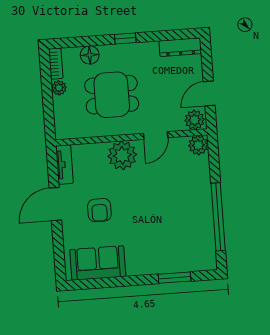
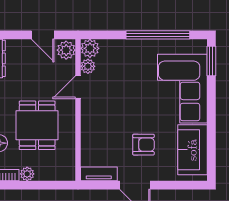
door: (156, 136) -> (78, 87), swing flipped
plant: (122, 155) -> (88, 66), moved, width x0.53, depth x0.53
corner sofa: (162, 247) -> (182, 89), added
window: (175, 278) -> (211, 61), moved

